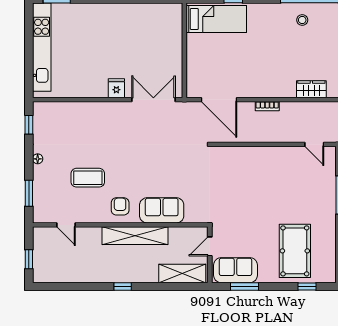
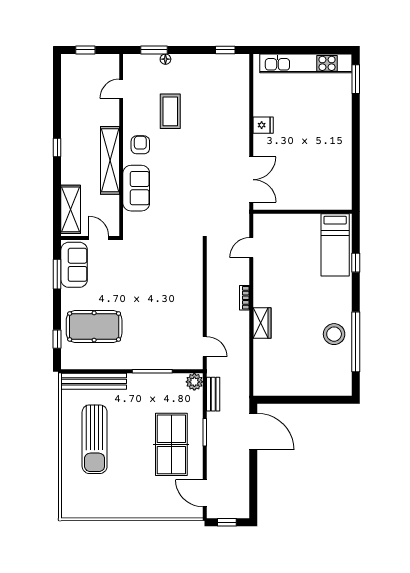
stool: (302, 20) -> (334, 334), width x1.89, depth x1.89
fridge: (116, 88) -> (263, 125), moved
wardrobe: (311, 89) -> (262, 323), moved
door: (219, 100) -> (251, 248), width x0.53
door: (314, 144) -> (205, 347), swing flipped
floor lamp: (38, 159) -> (165, 59), moved
armchair: (120, 206) -> (140, 145), turned -90

